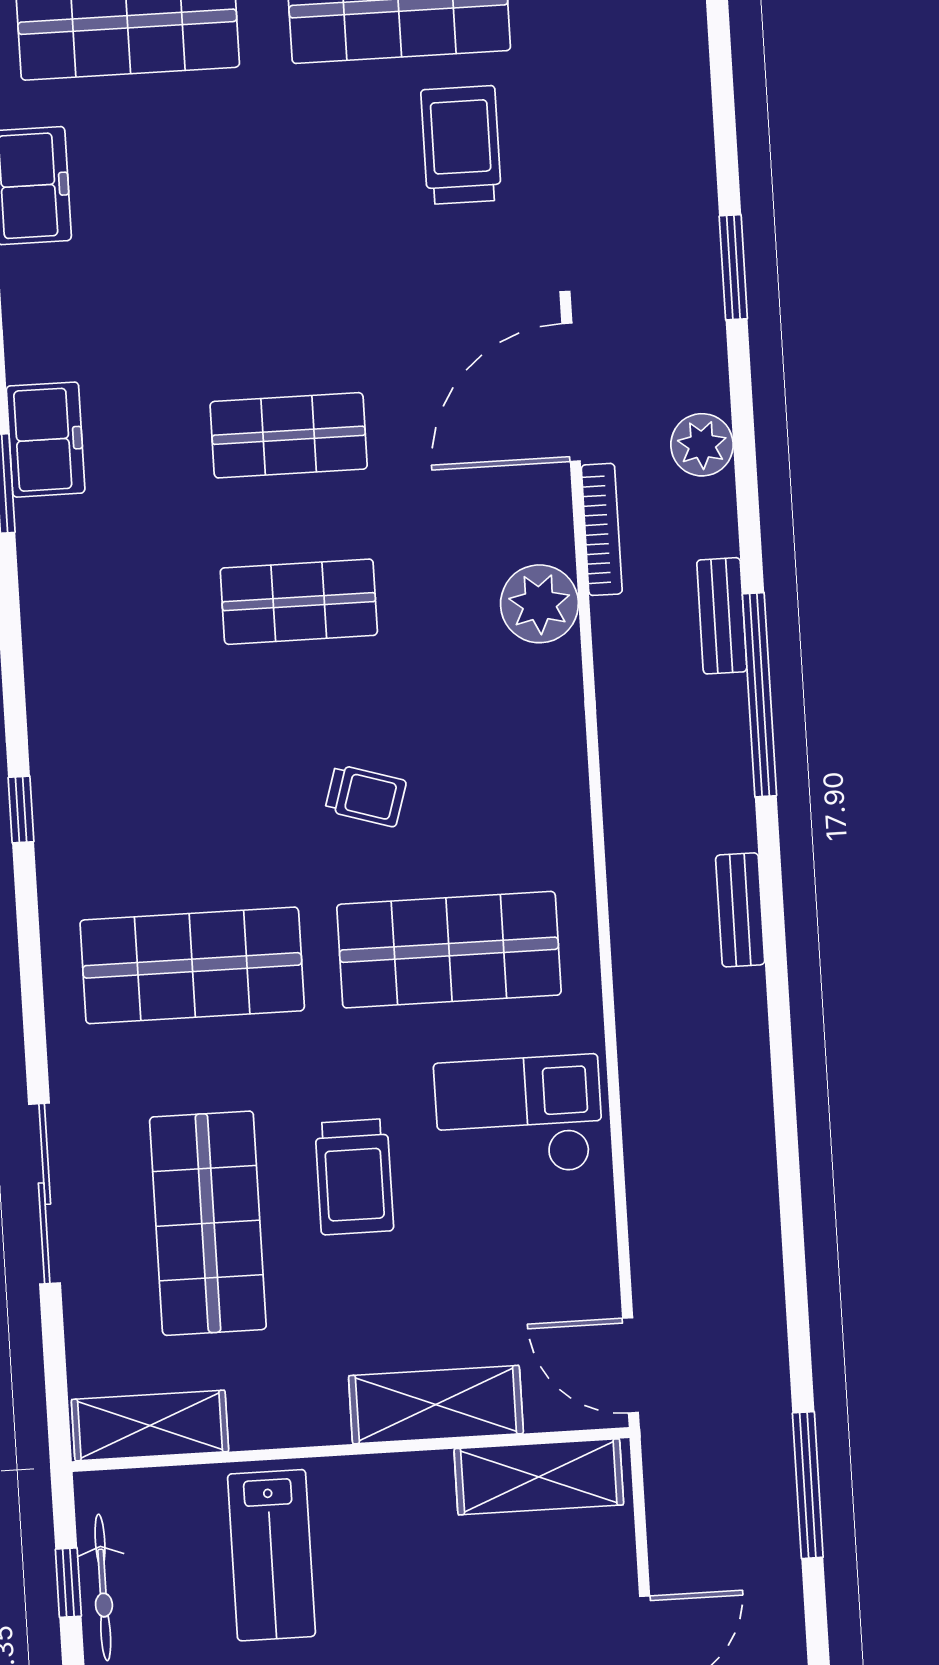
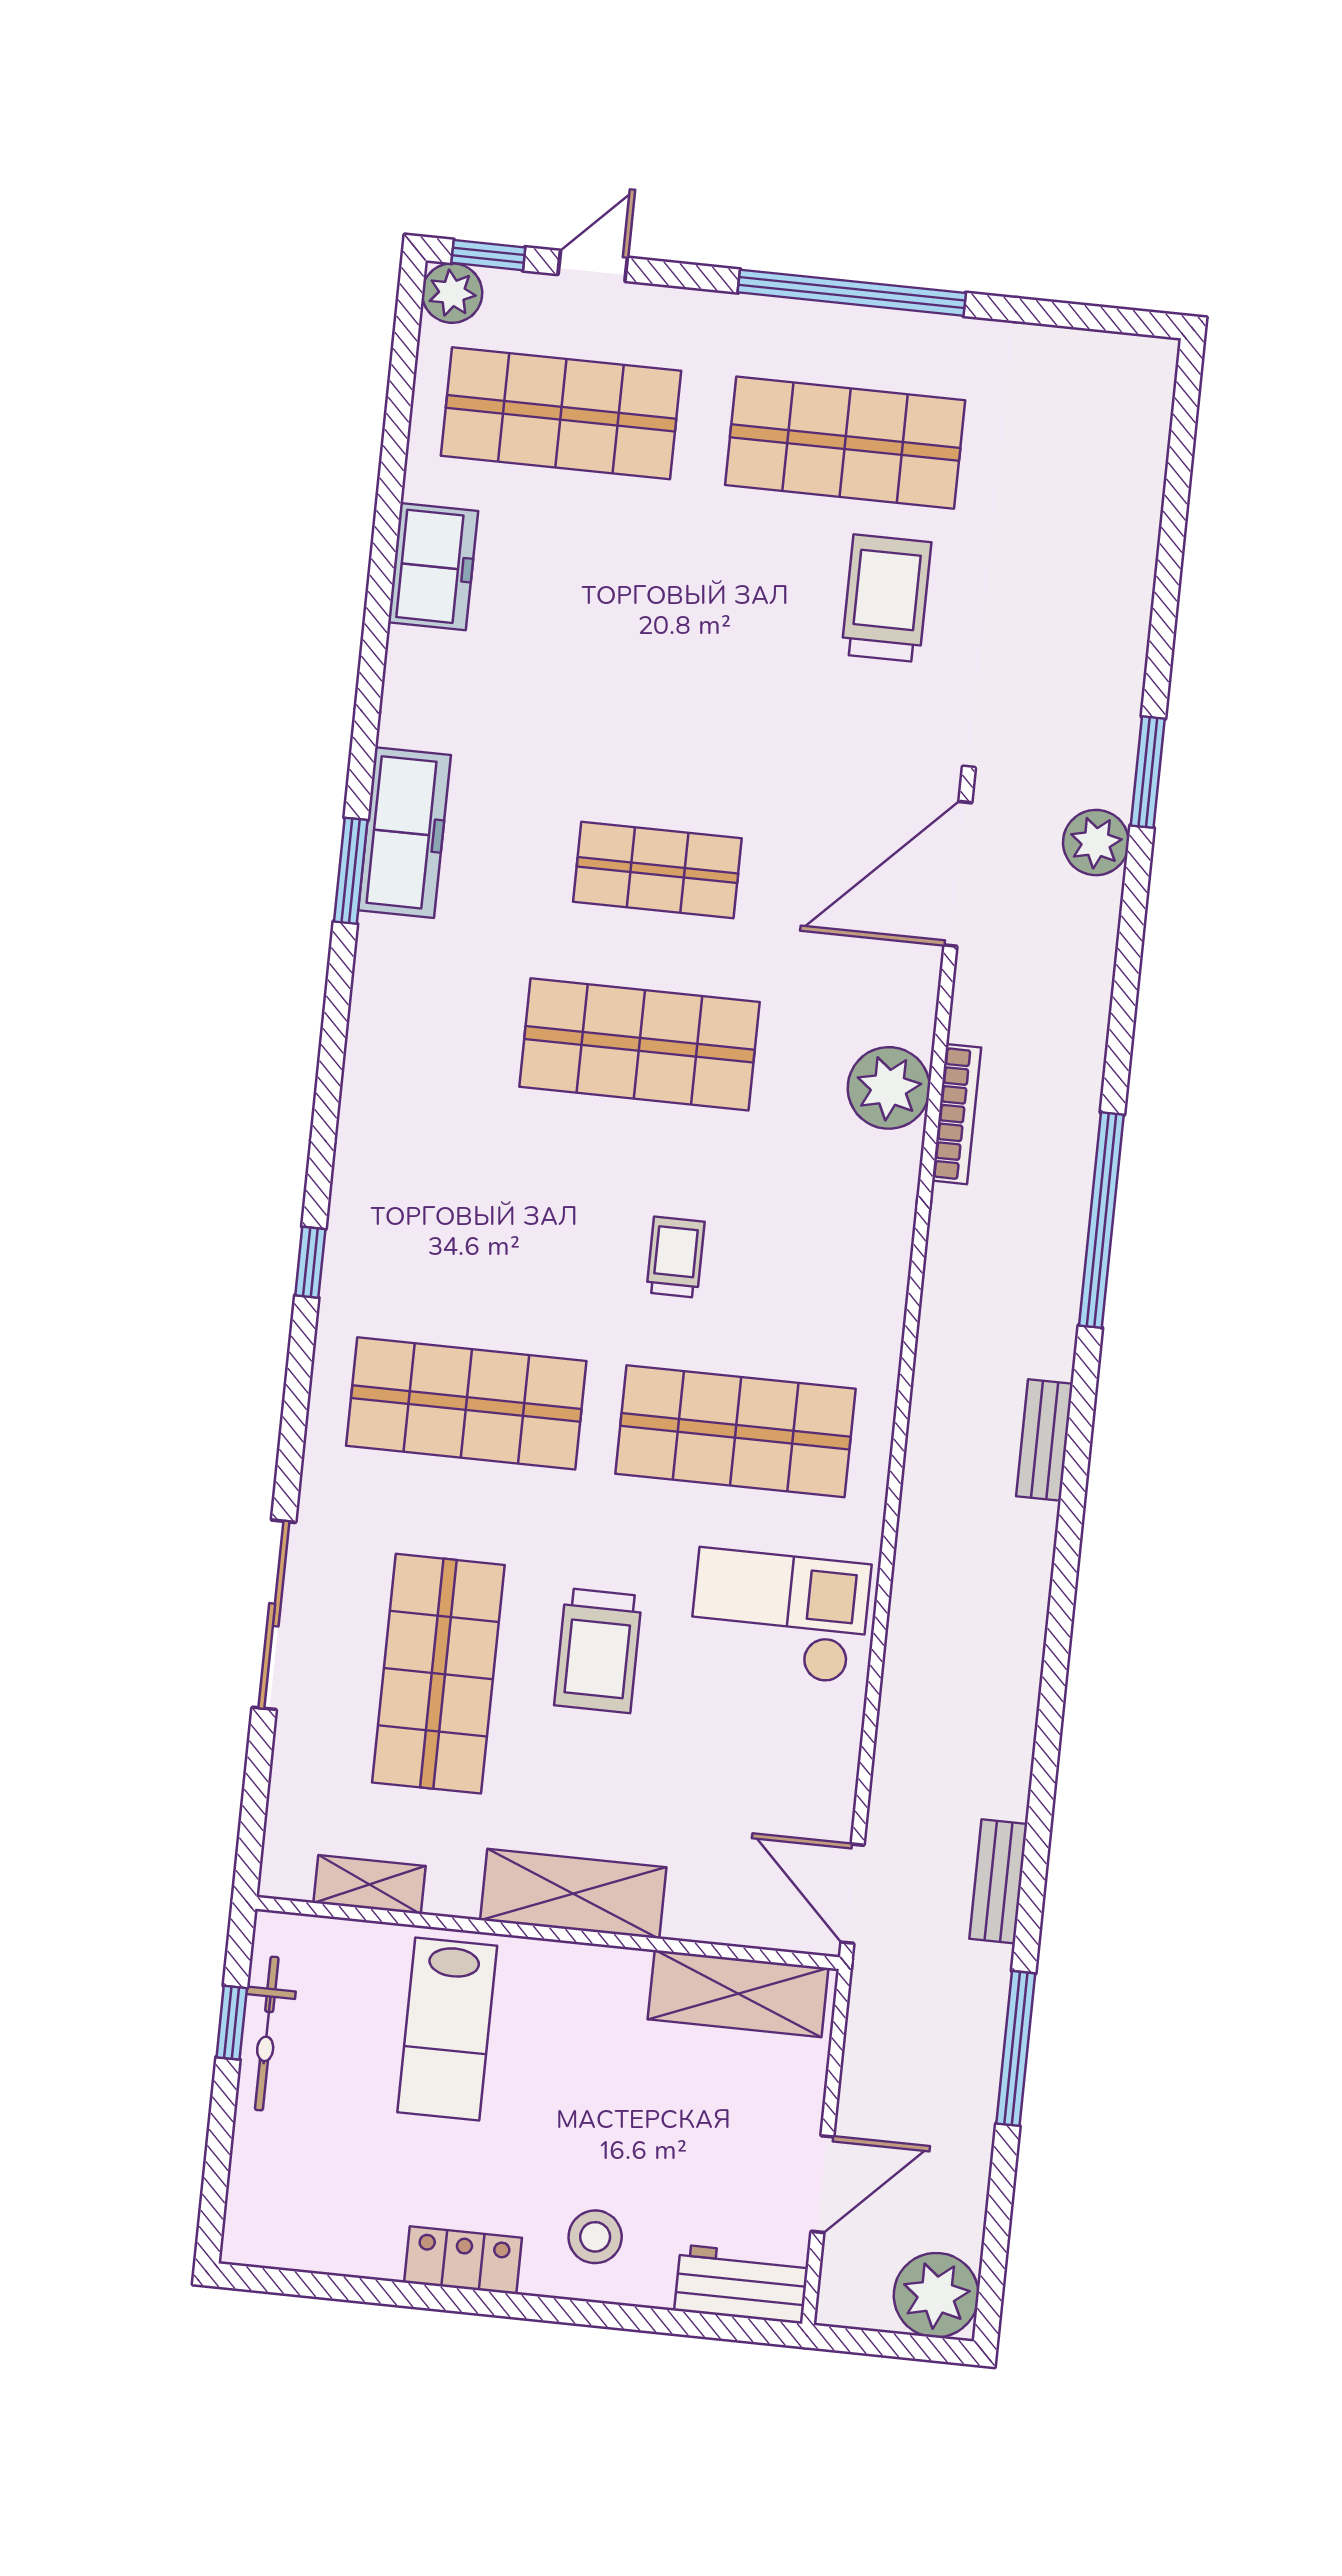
freezer: (46, 440) -> (405, 833), width x1.40
plant: (702, 445) -> (1096, 843), moved
bookcase: (602, 529) -> (957, 1114), moved
shop shelf: (299, 602) -> (639, 1044), width x1.43, depth x1.36
bench: (722, 616) -> (998, 1881), moved
trolley: (366, 796) -> (676, 1257), turned -107
window: (21, 810) -> (310, 1262), moved
shelving: (436, 1405) -> (573, 1894), moved
shelving: (150, 1426) -> (370, 1884), width x0.67, depth x0.75

